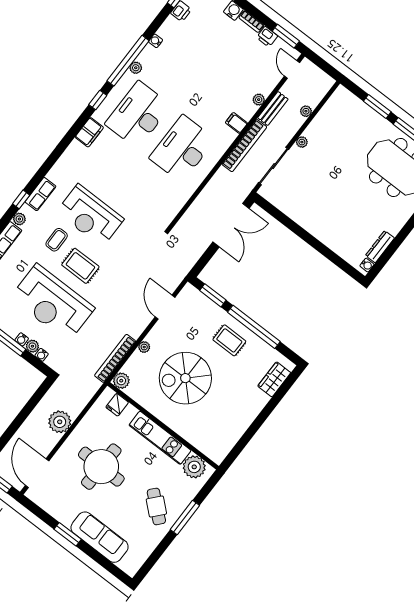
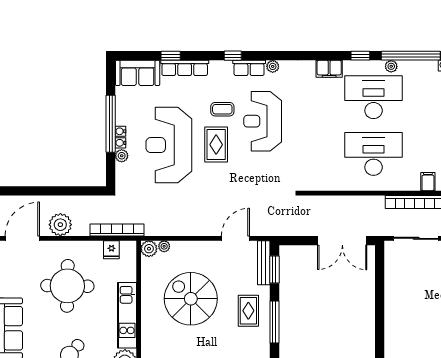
plant: (136, 68) -> (391, 66), moved
plant: (19, 219) -> (273, 66), moved
bench: (201, 300) -> (264, 263), added
window: (254, 327) -> (274, 322), width x0.68
plant: (144, 347) -> (164, 246), moved
water cooler: (42, 355) -> (120, 131), moved
bookcase: (115, 358) -> (117, 230), moved
fridge: (117, 405) -> (111, 250), moved, turned -90
plant: (60, 422) -> (60, 225), moved

